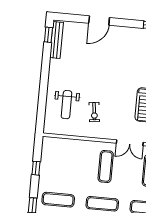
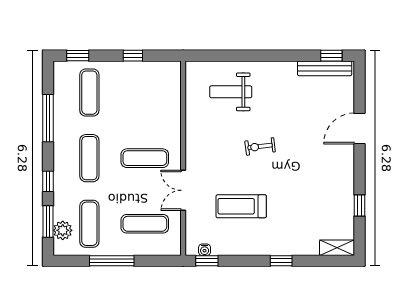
door: (99, 20) -> (359, 128), hinge flipped
exercise bike: (94, 112) -> (260, 146), moved

